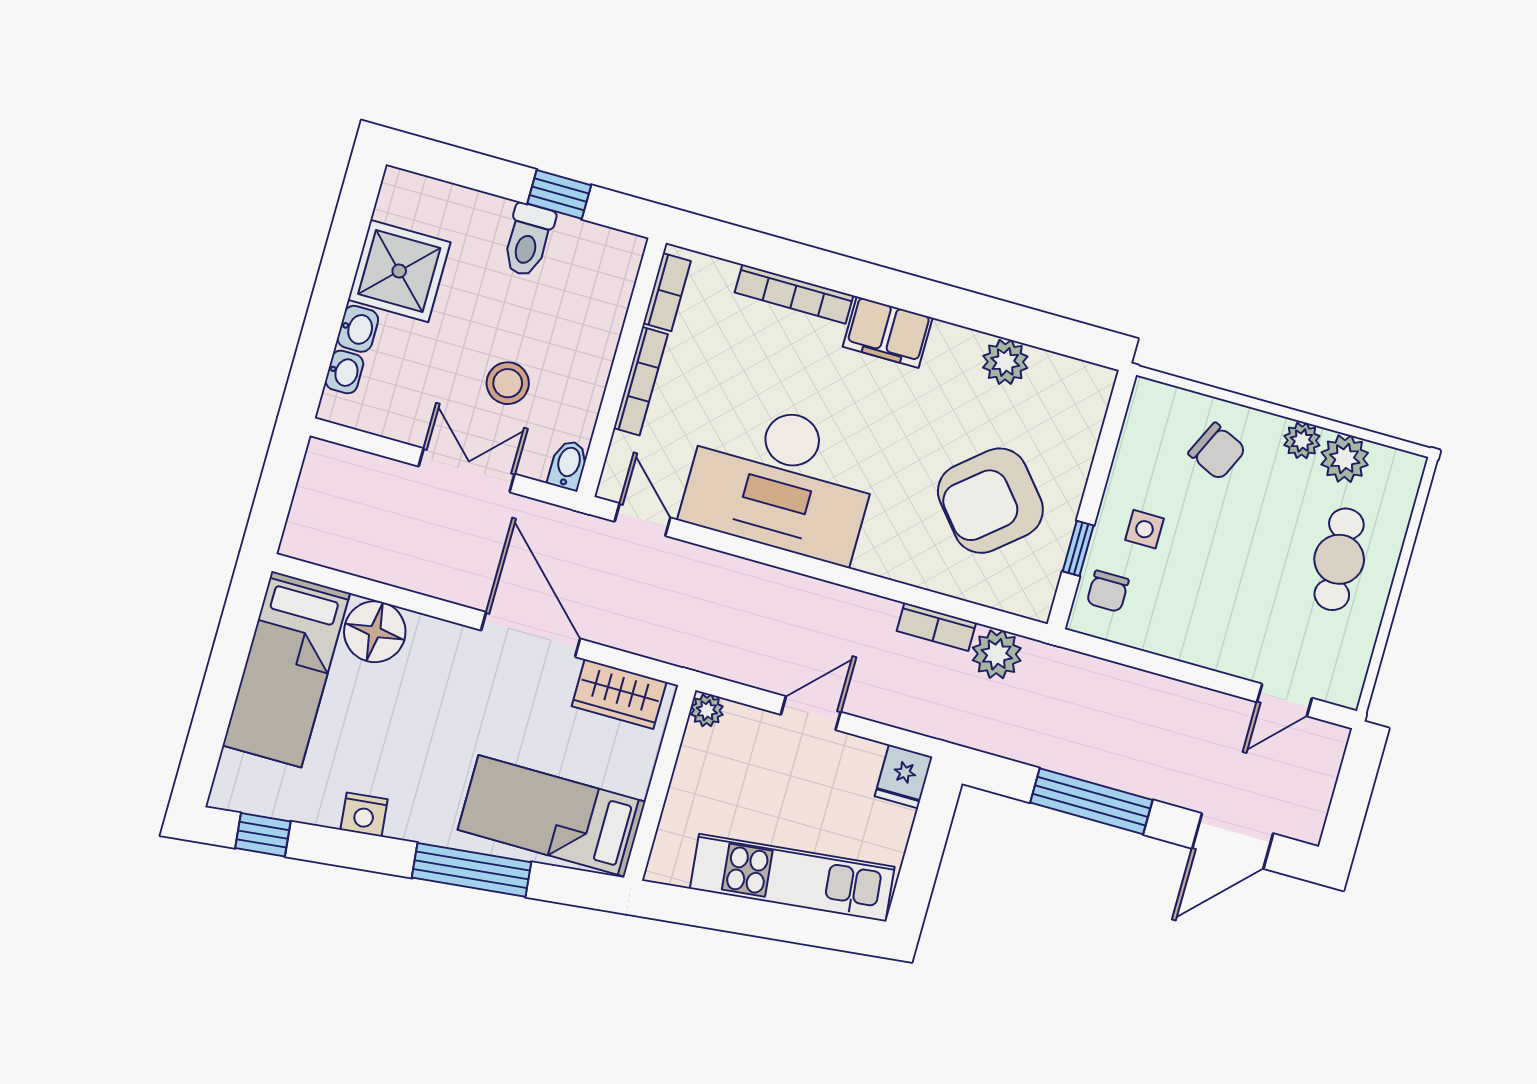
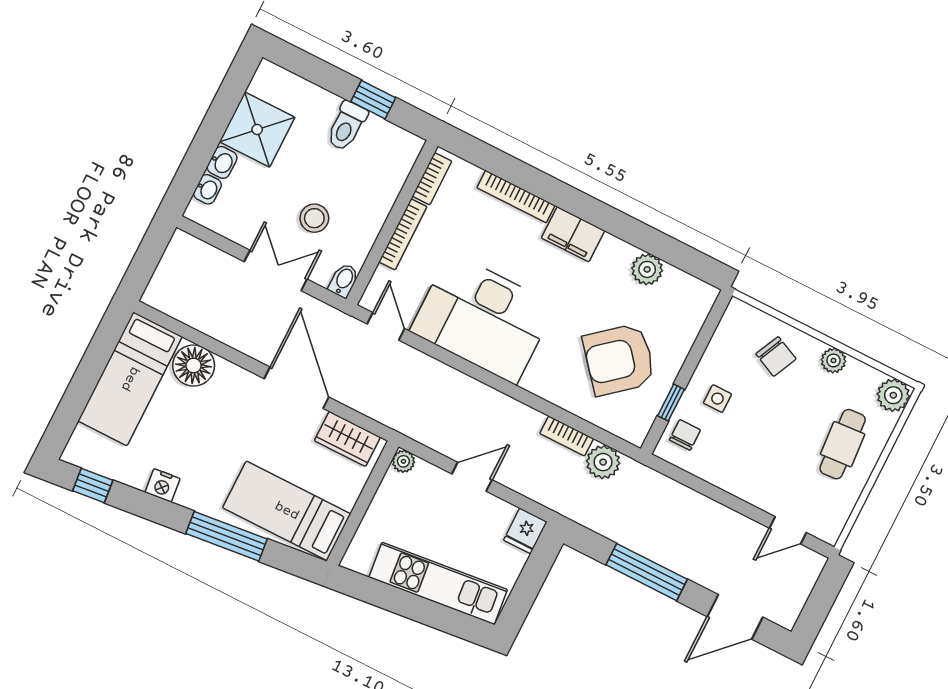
plant: (1345, 459) -> (893, 395), moved
chair: (1108, 591) -> (685, 435), turned 180

